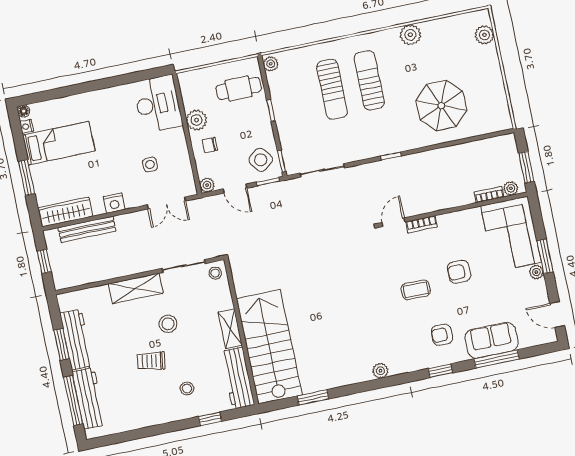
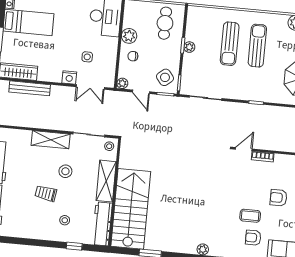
plant: (271, 64) -> (189, 47), moved
cafe table: (239, 88) -> (165, 23), turned 90
nightstand: (114, 203) -> (69, 77), moved
coffee table: (416, 290) -> (250, 216), moved
shelving: (230, 329) -> (106, 181), width x1.50, depth x1.33

